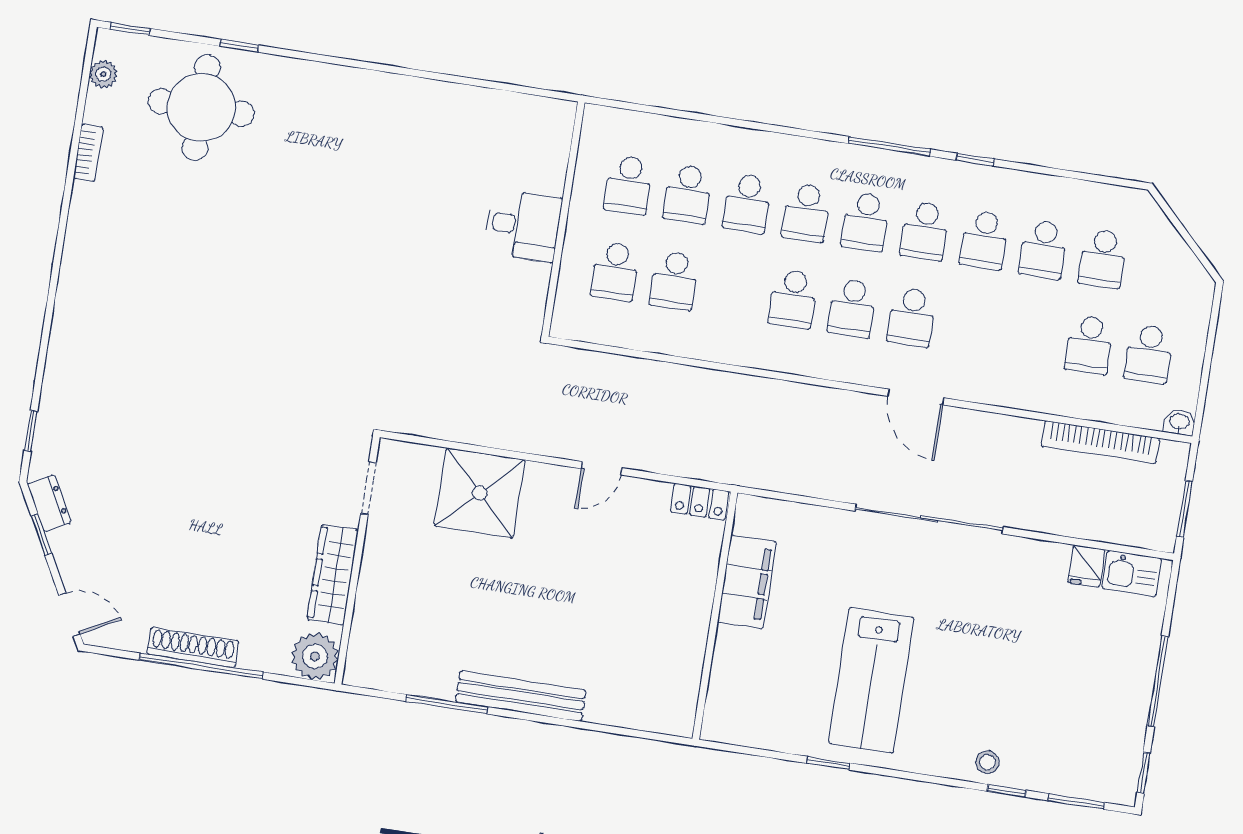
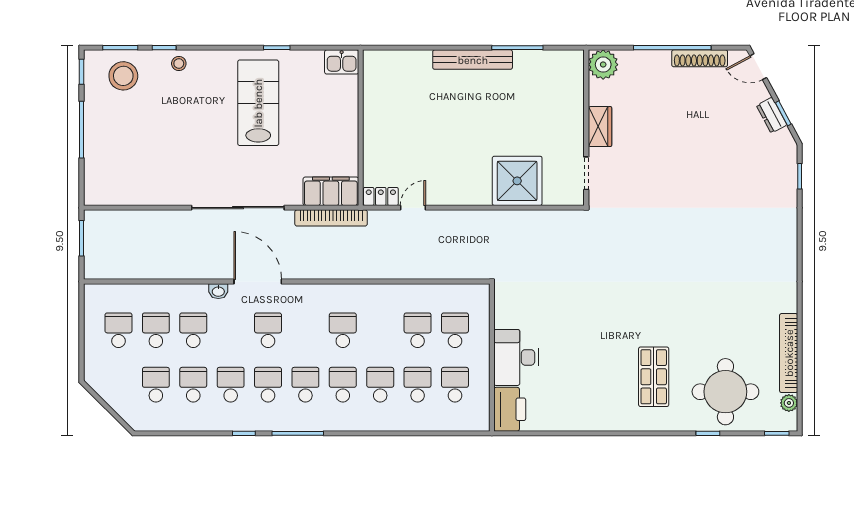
printer: (548, 133) -> (510, 409), added
shop shelf: (311, 149) -> (654, 377), added
bookcase: (88, 153) -> (789, 353), width x2.31, depth x1.31
desk: (523, 225) -> (516, 357), width x1.37
school desk: (852, 308) -> (193, 330), moved
door: (916, 397) -> (258, 282), width x1.36
washbasin: (1179, 422) -> (218, 291), moved
bookcase: (1100, 442) -> (331, 218), moved, turned 180
door: (601, 468) -> (413, 208), moved
dresser: (49, 503) -> (772, 115), moved
fridge: (1086, 566) -> (136, 194), removed
kitchen sink: (1132, 574) -> (342, 62), moved, turned 180
wardrobe: (333, 575) -> (600, 127), width x0.67
filing cabinet: (747, 582) -> (331, 191), moved, turned 90
shoe rack: (193, 648) -> (700, 58), moved
stool: (1079, 756) -> (123, 76), added

